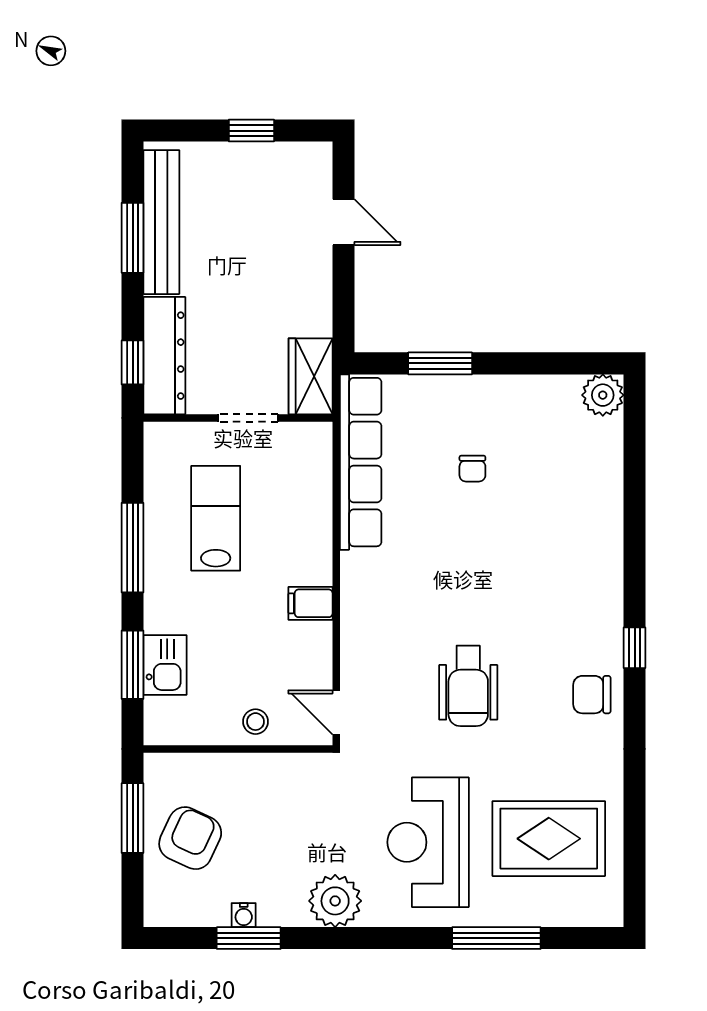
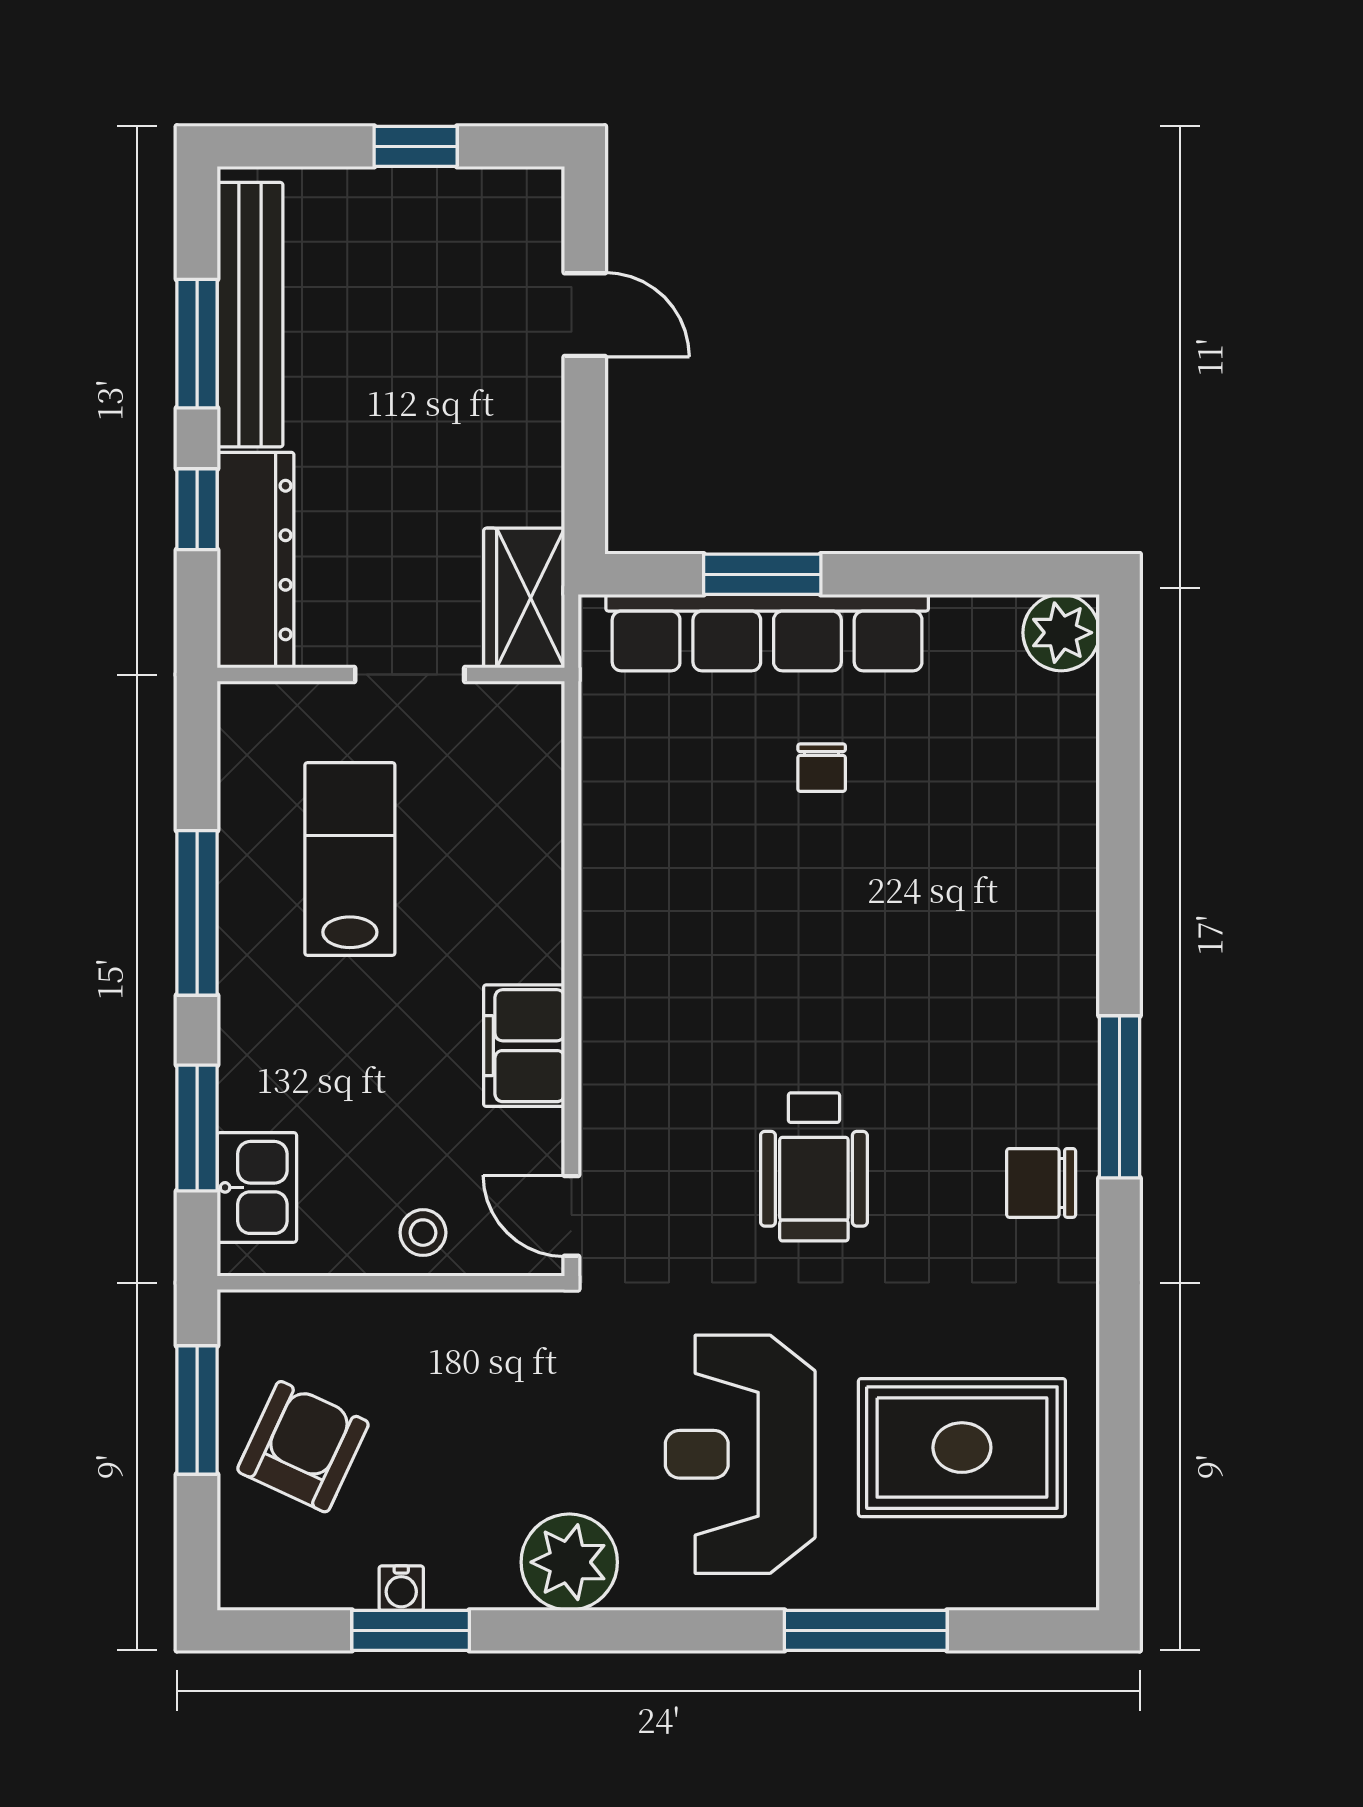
window: (133, 362) -> (197, 509), moved
row of seats: (361, 462) -> (767, 633), moved, turned 90
filing cabinet: (311, 603) -> (524, 1046), width x2.00
window: (635, 648) -> (1119, 1097), width x2.17
kitchen sink: (165, 665) -> (257, 1187), moved

